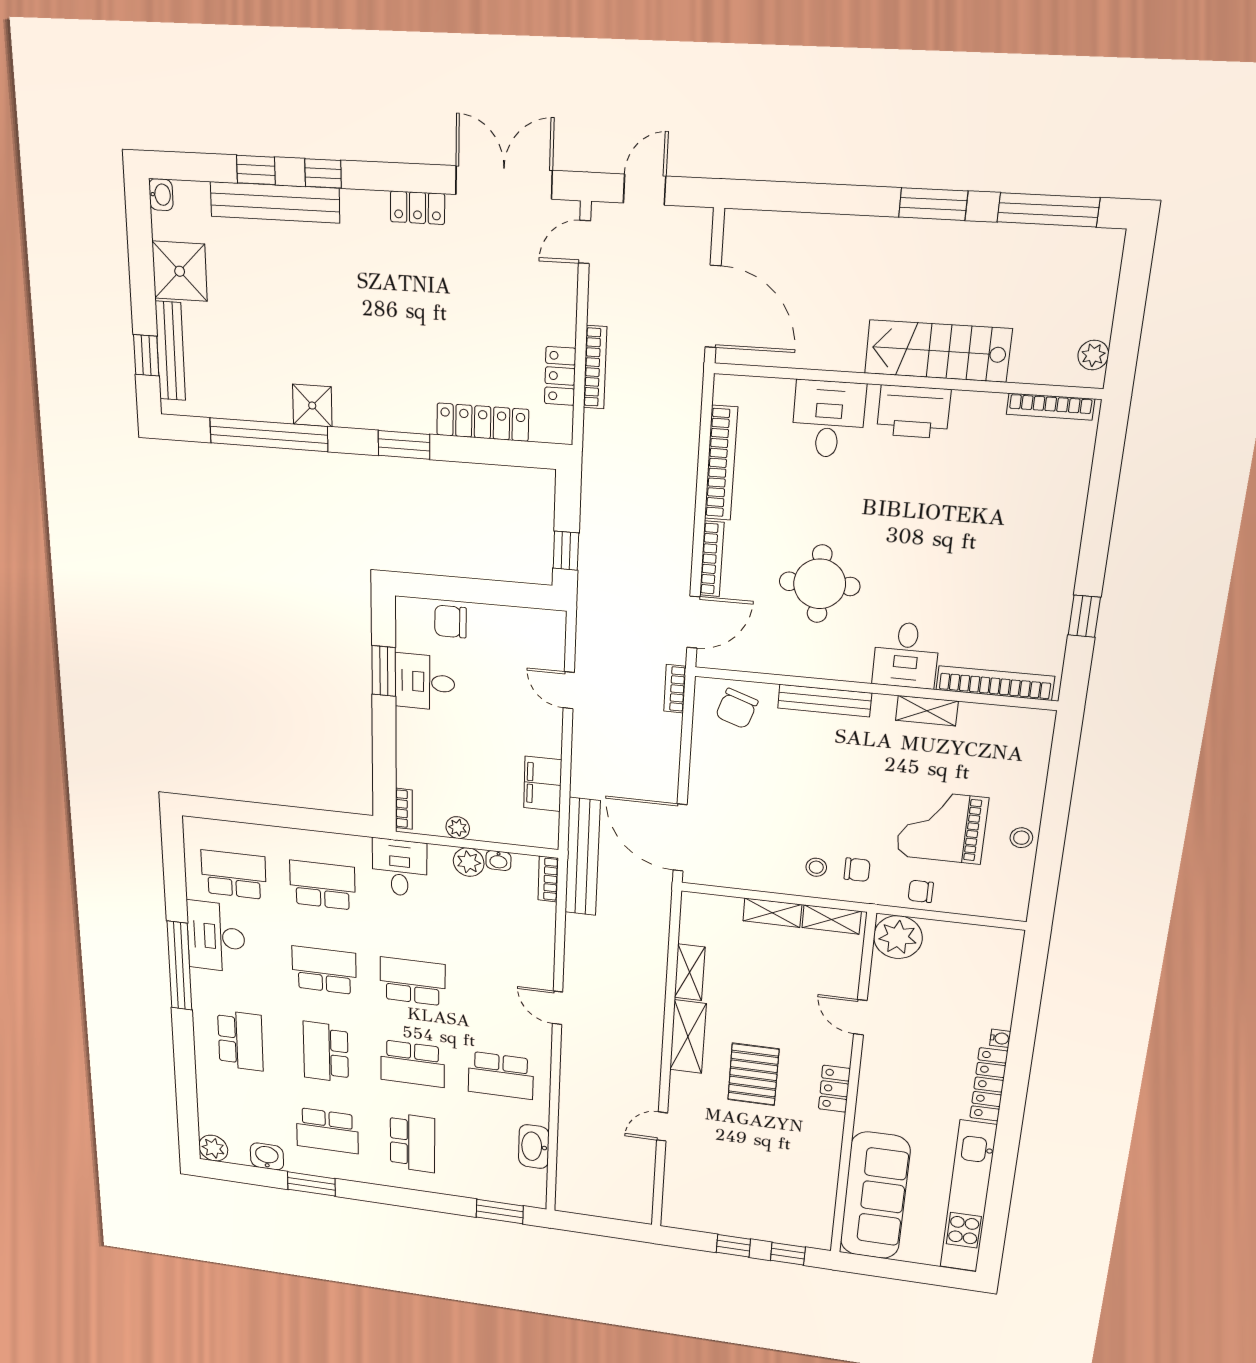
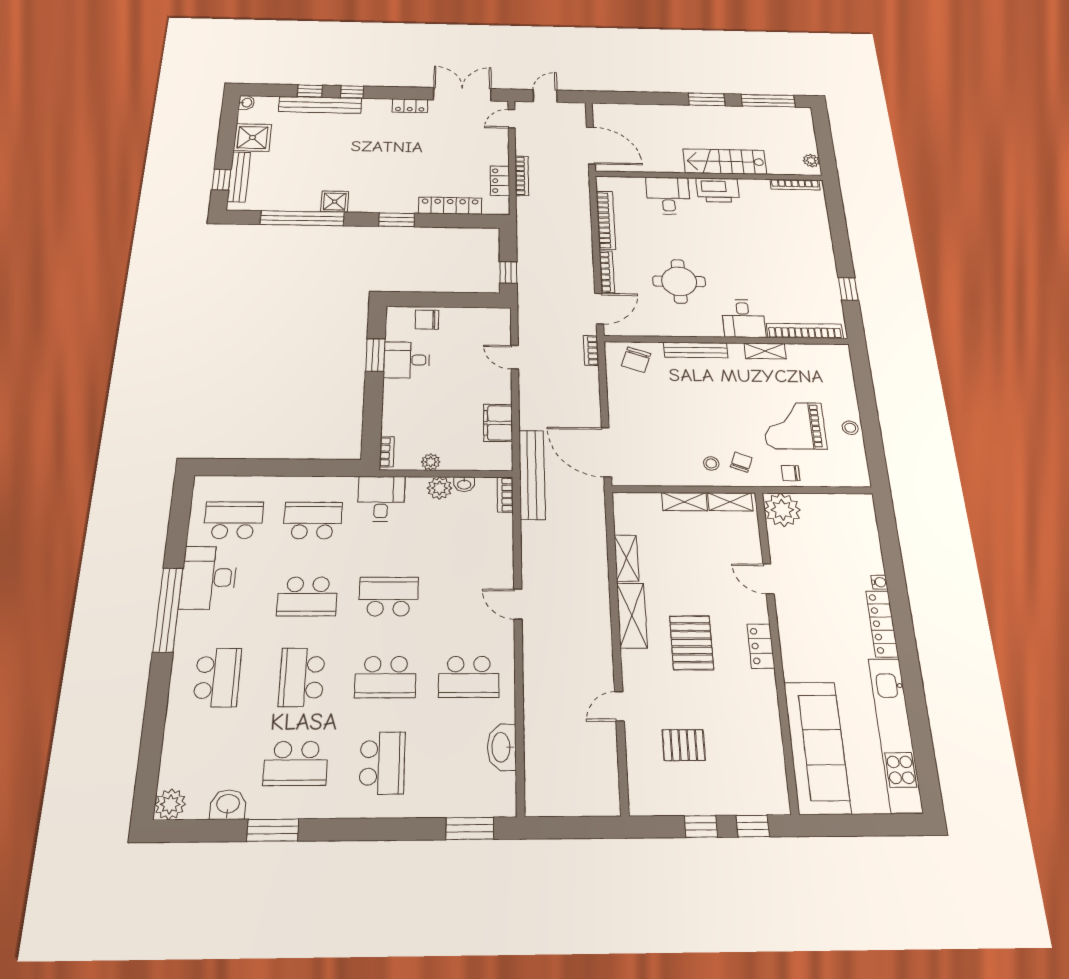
chair: (857, 870) -> (741, 462), turned -69
school desk: (324, 970) -> (307, 596), turned 180
pallet: (727, 1173) -> (684, 745), added

